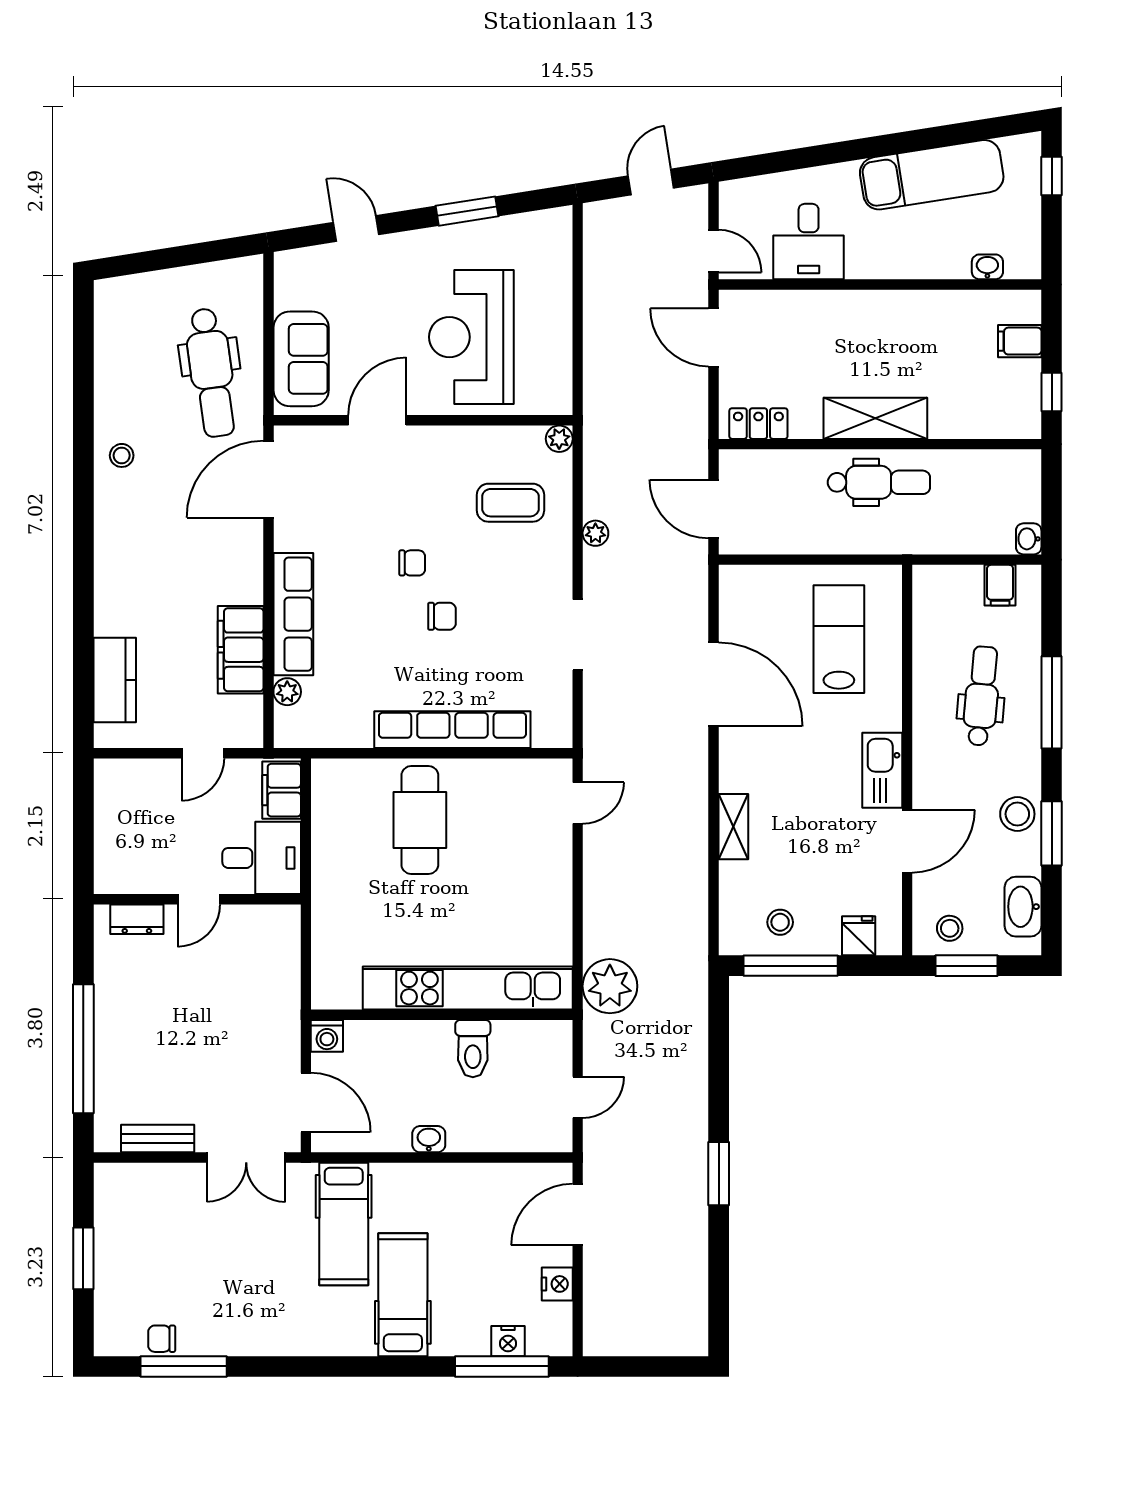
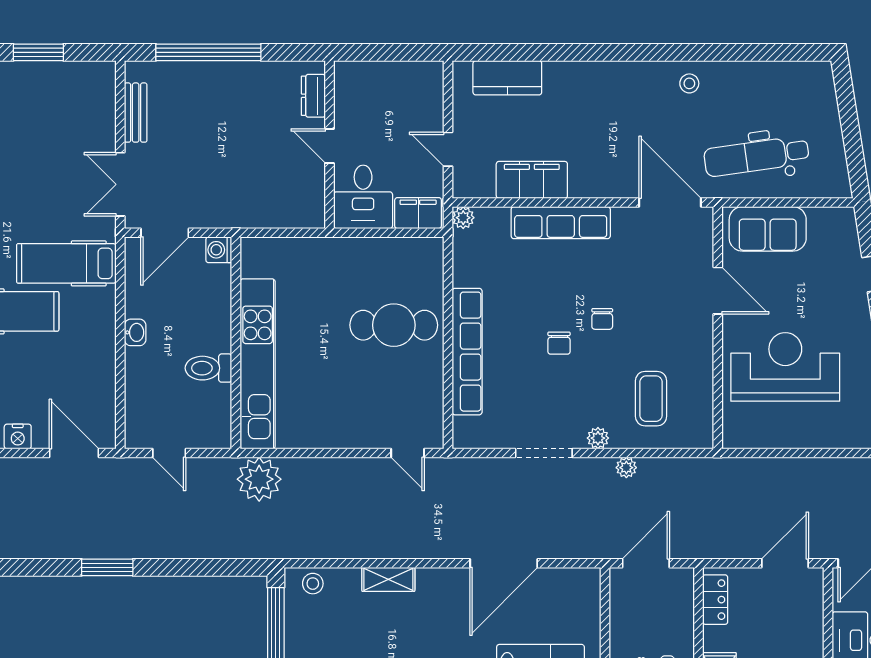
plant: (559, 439) -> (598, 438), moved
plant: (287, 692) -> (463, 218), moved
stool: (780, 922) -> (313, 584), moved

